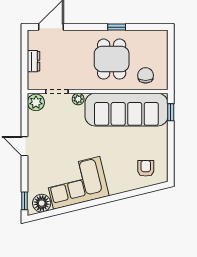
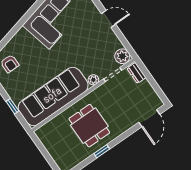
dresser: (34, 61) -> (136, 73), moved
chair: (146, 75) -> (57, 131), removed
window: (171, 112) -> (12, 106), moved

